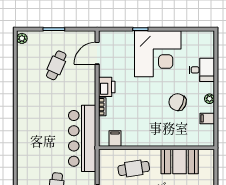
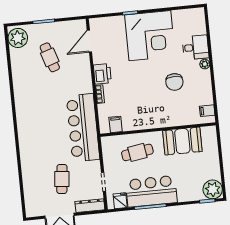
plant: (22, 38) -> (18, 38), width x1.88, depth x1.88
cafe table: (56, 65) -> (50, 57), turned -42
plant: (210, 99) -> (205, 64), moved
chair: (178, 102) -> (174, 82), turned -112
filing cabinet: (207, 118) -> (207, 111), moved

